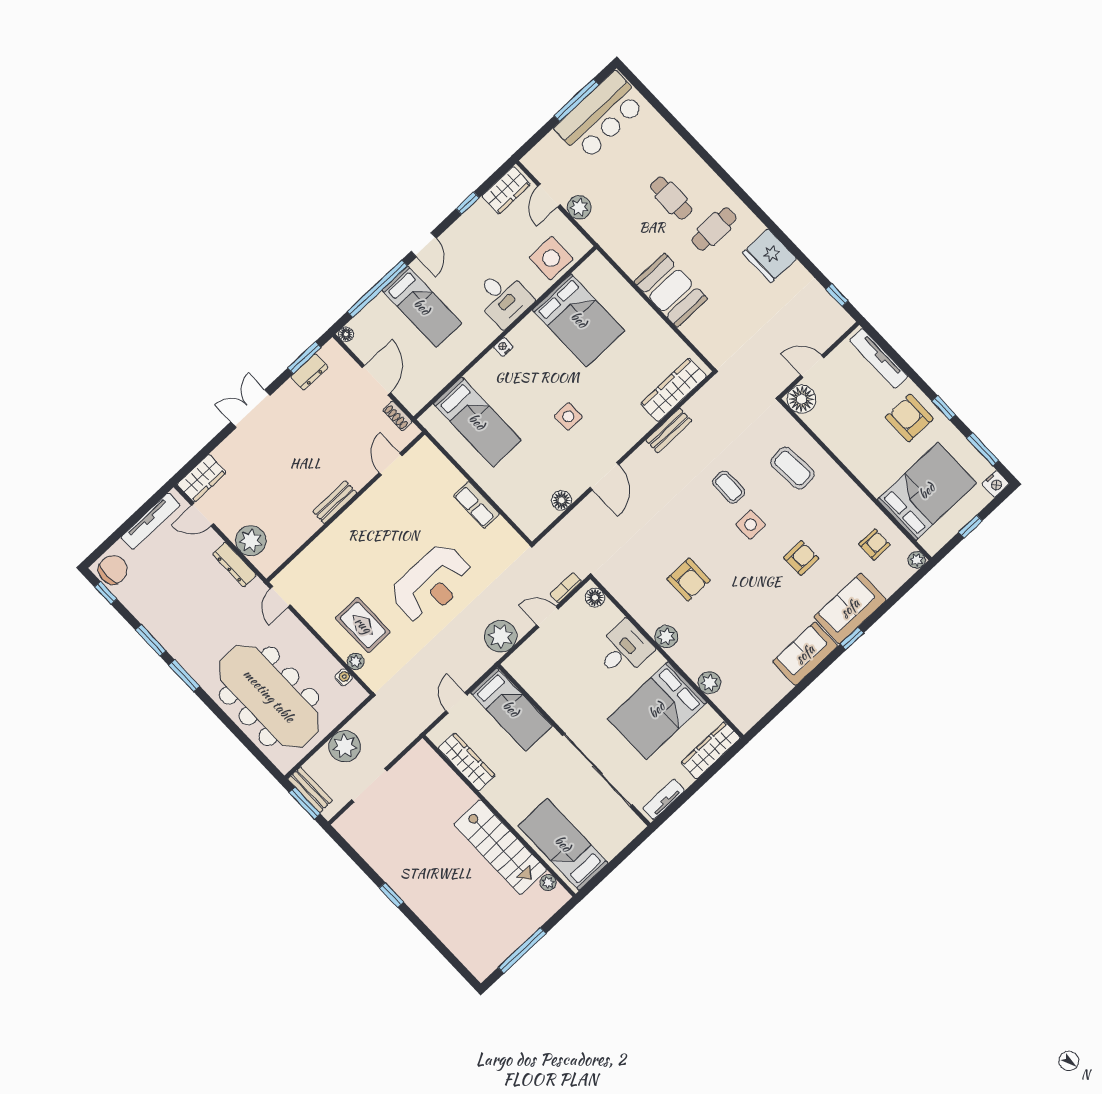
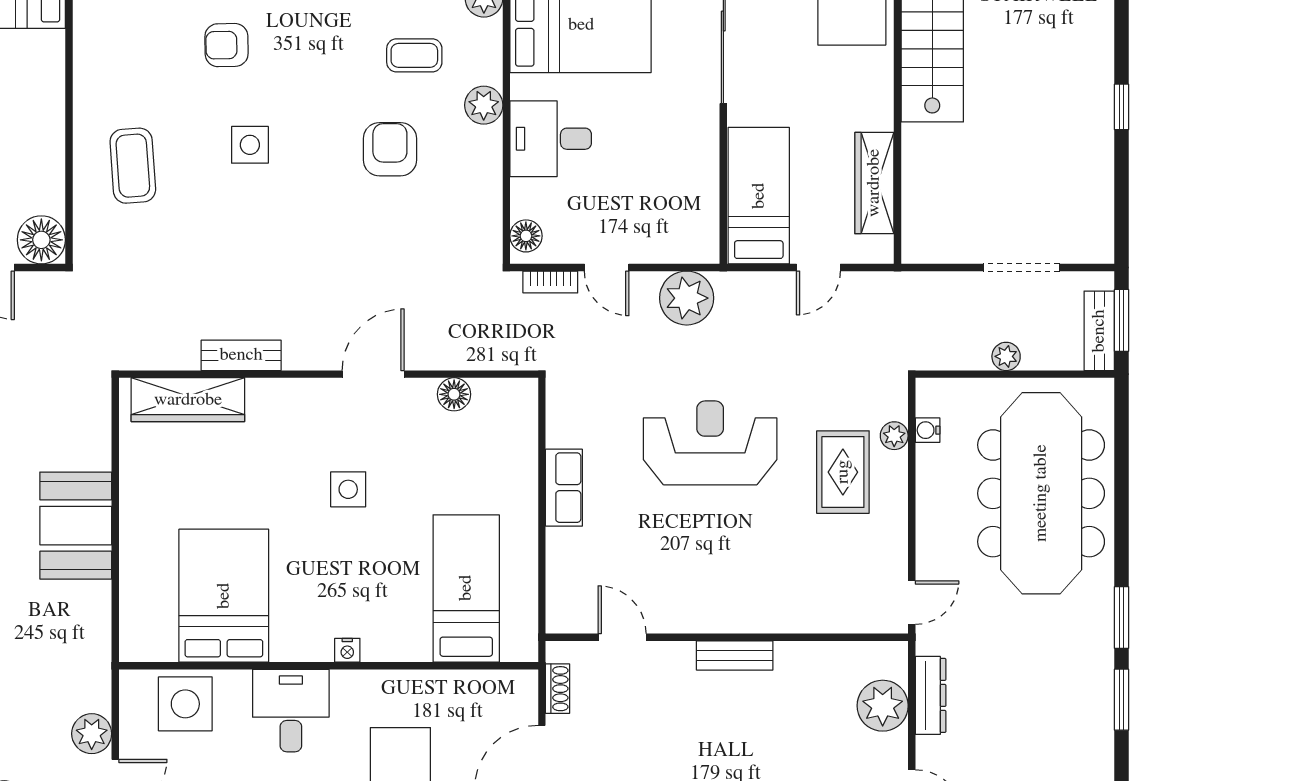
door: (391, 464) -> (622, 637), swing flipped
coffee table: (729, 487) -> (414, 55), moved, turned 90
plant: (345, 746) -> (1006, 356), width x0.53, depth x0.53

